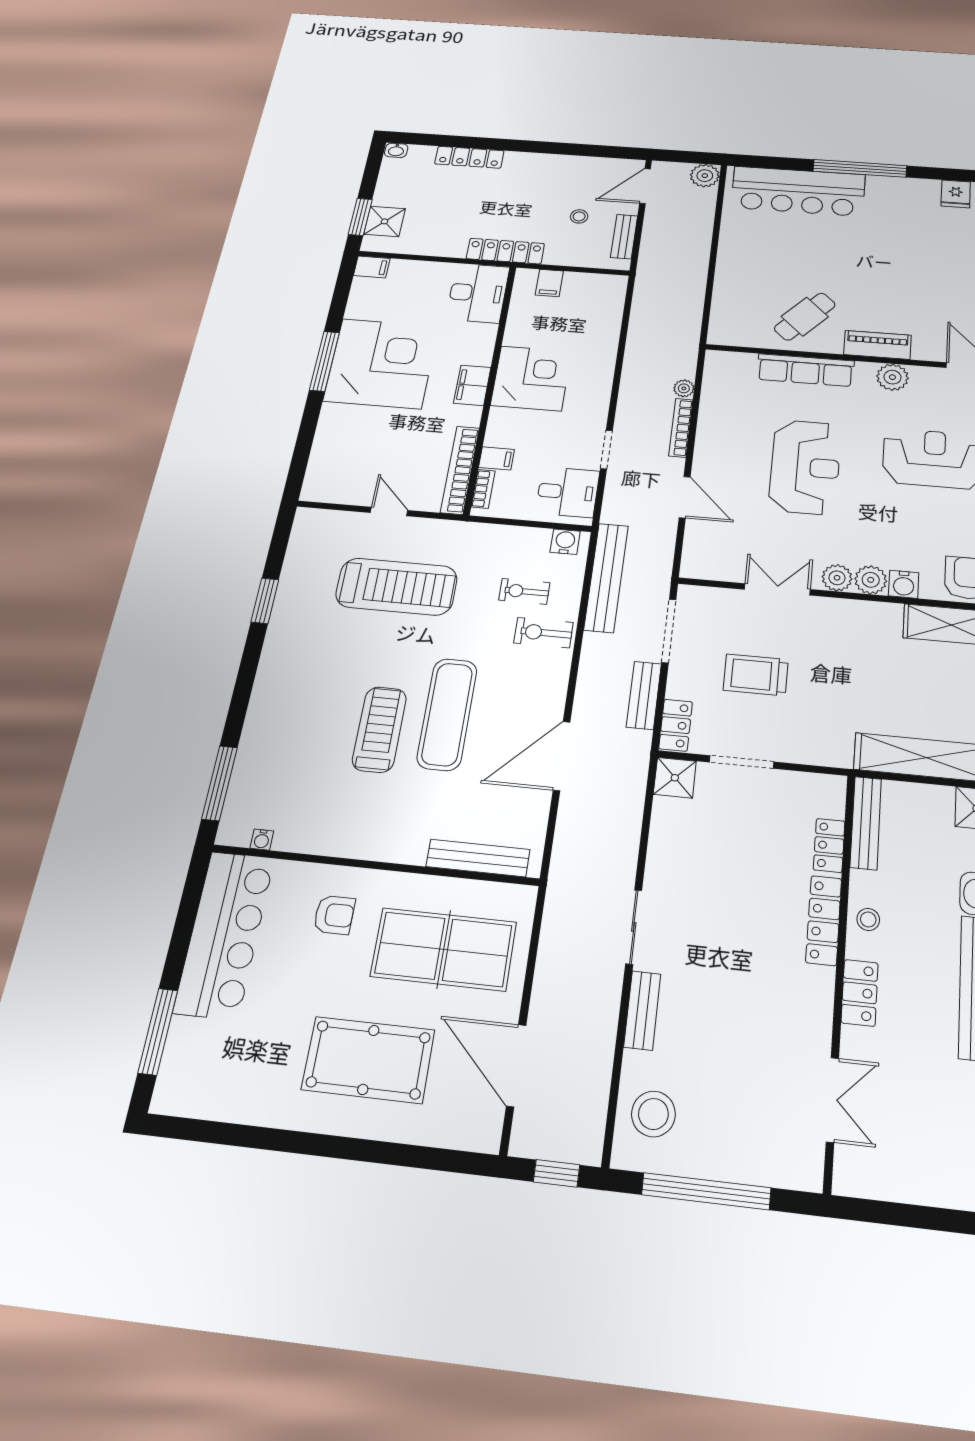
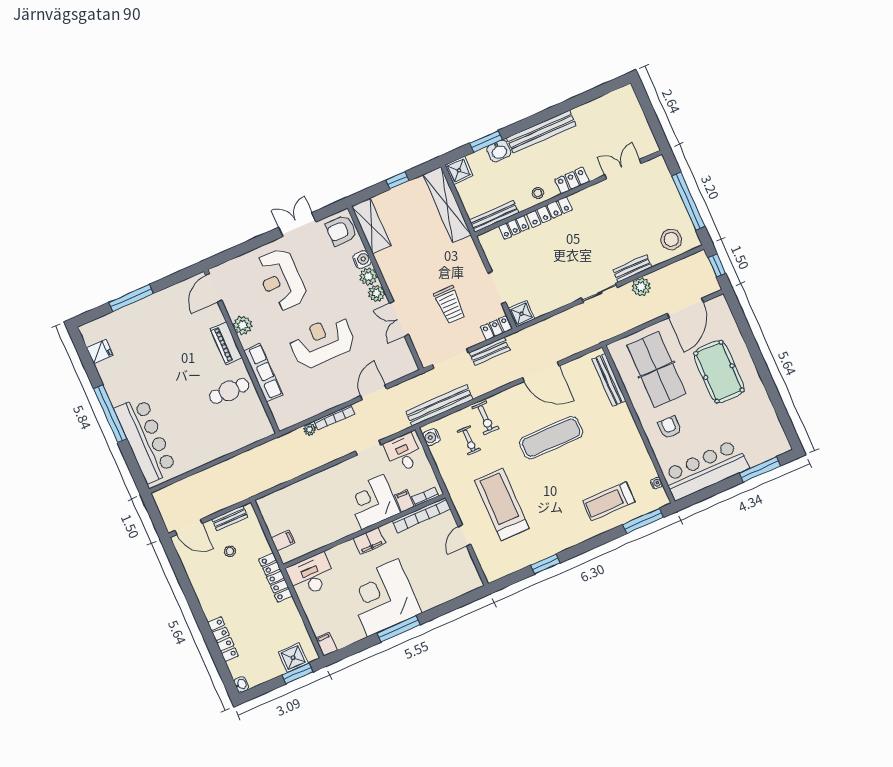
plant: (705, 176) -> (641, 287), moved
cafe table: (805, 317) -> (229, 391), turned -43
corner desk: (531, 378) -> (373, 502), moved
treadmill: (379, 729) -> (609, 501), moved

